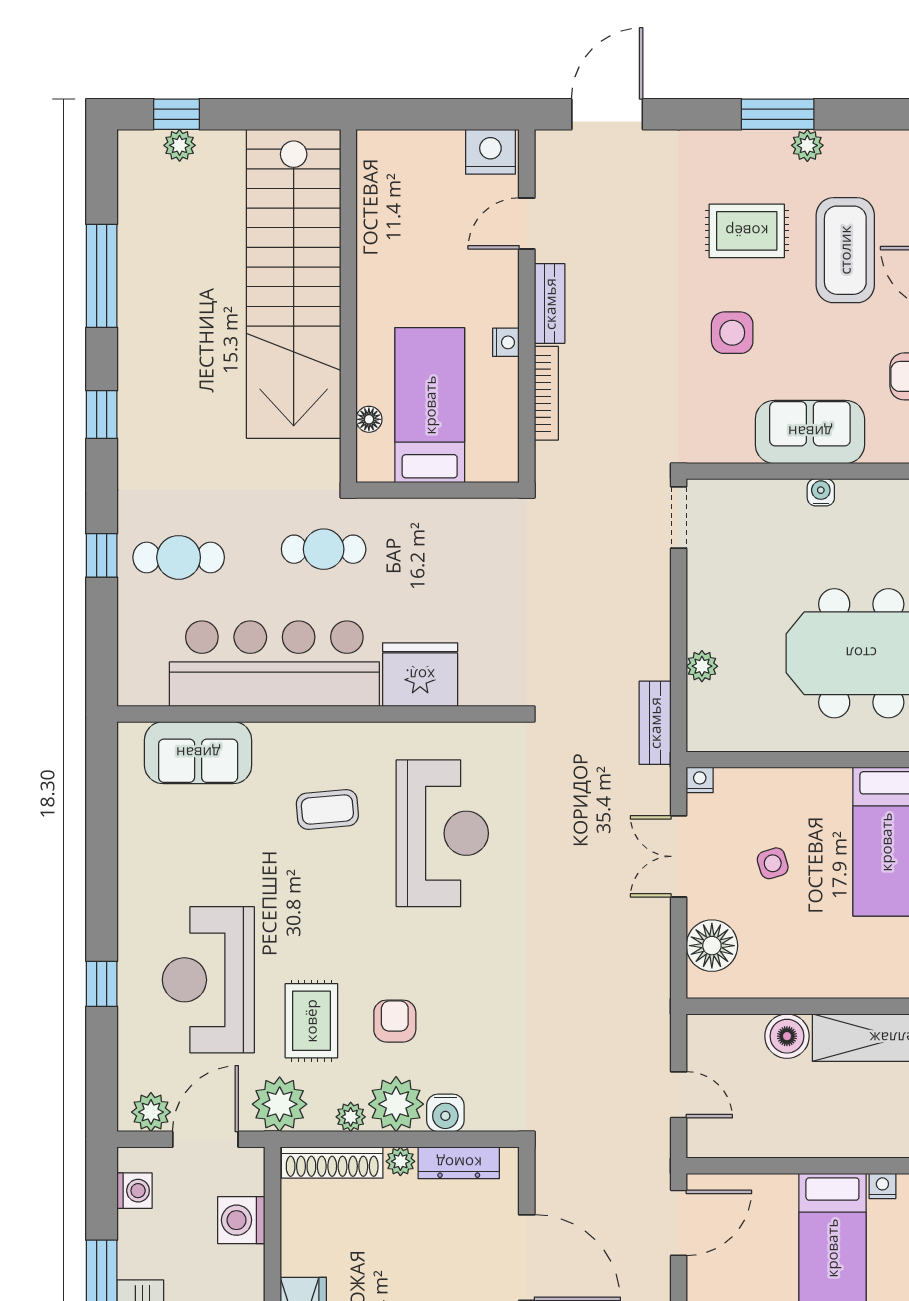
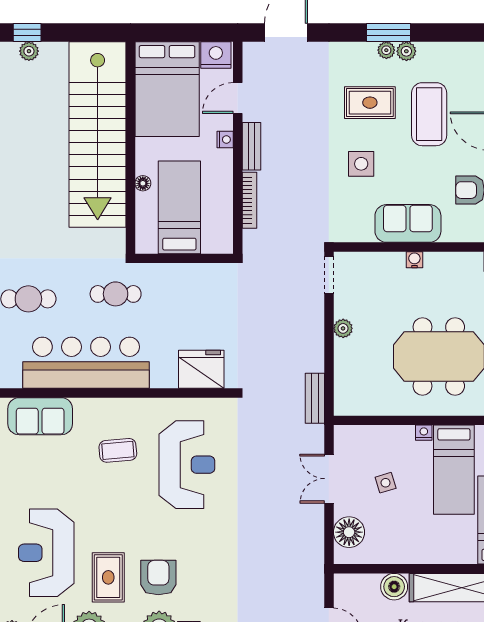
plant: (774, 144) -> (386, 50), added
bed: (409, 208) -> (167, 89), added
nightstand: (506, 342) -> (225, 140), moved
floor lamp: (369, 419) -> (143, 183), moved
plant: (702, 666) -> (343, 328), moved
fridge: (420, 675) -> (201, 369), moved
nightstand: (700, 780) -> (424, 433), moved
armchair: (395, 1021) -> (158, 578), width x1.38, depth x1.38

